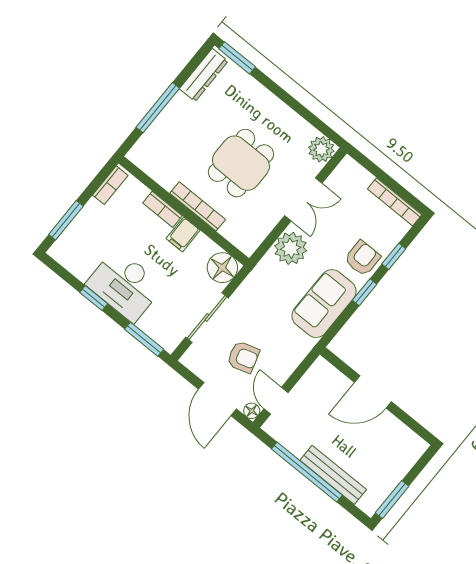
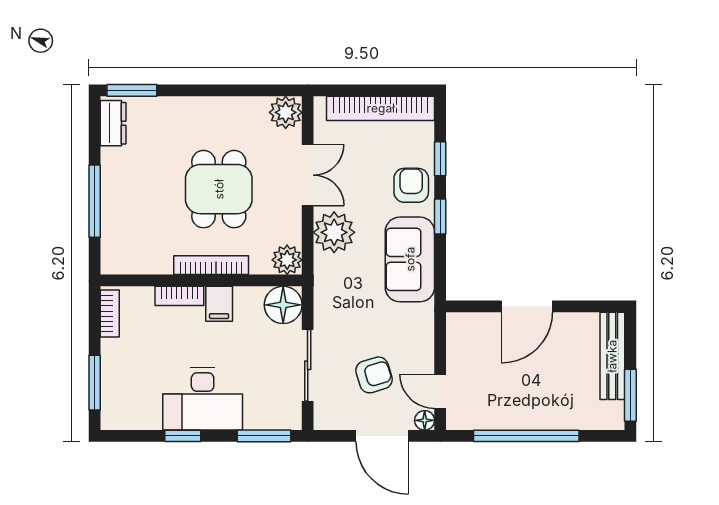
dresser: (204, 75) -> (113, 123), width x0.70
bookcase: (395, 202) -> (381, 108), width x1.48, depth x1.31
plant: (248, 242) -> (287, 260), added
bench: (333, 475) -> (612, 356), moved, turned 90

